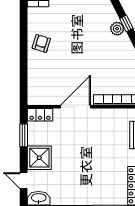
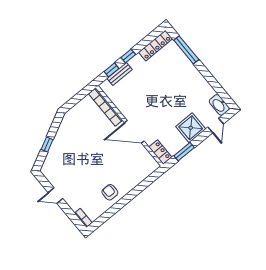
plant: (117, 29) -> (56, 148), removed
armchair: (41, 43) -> (110, 192), turned 73

